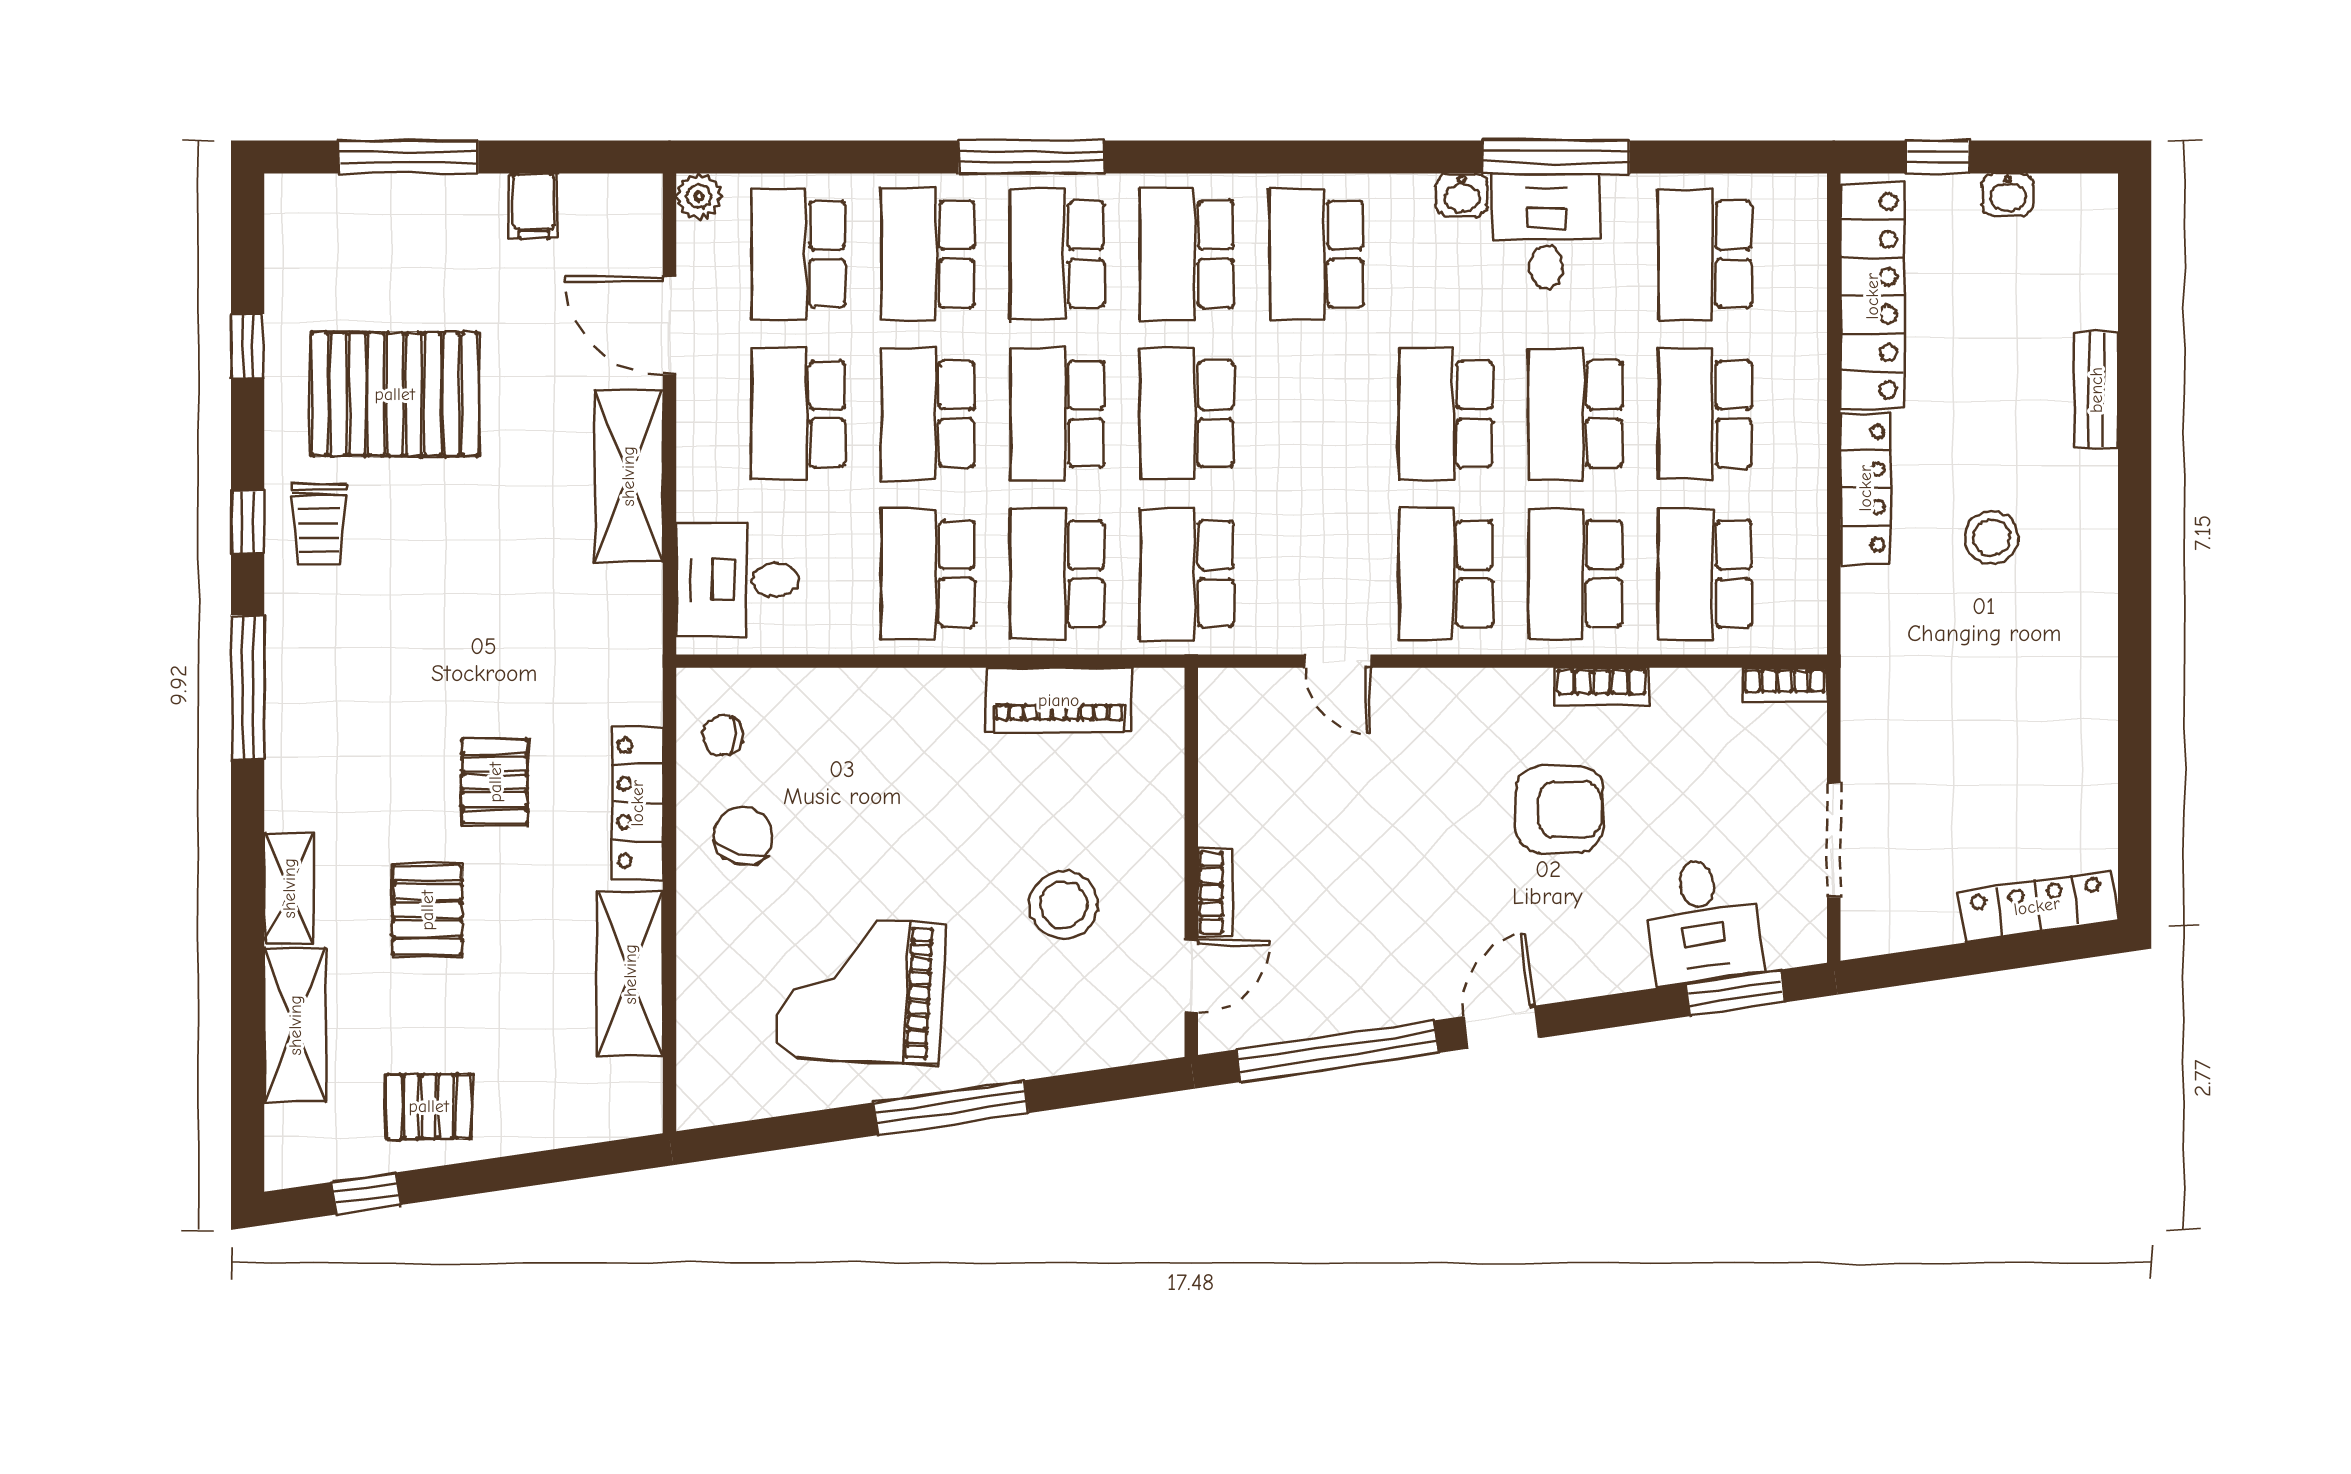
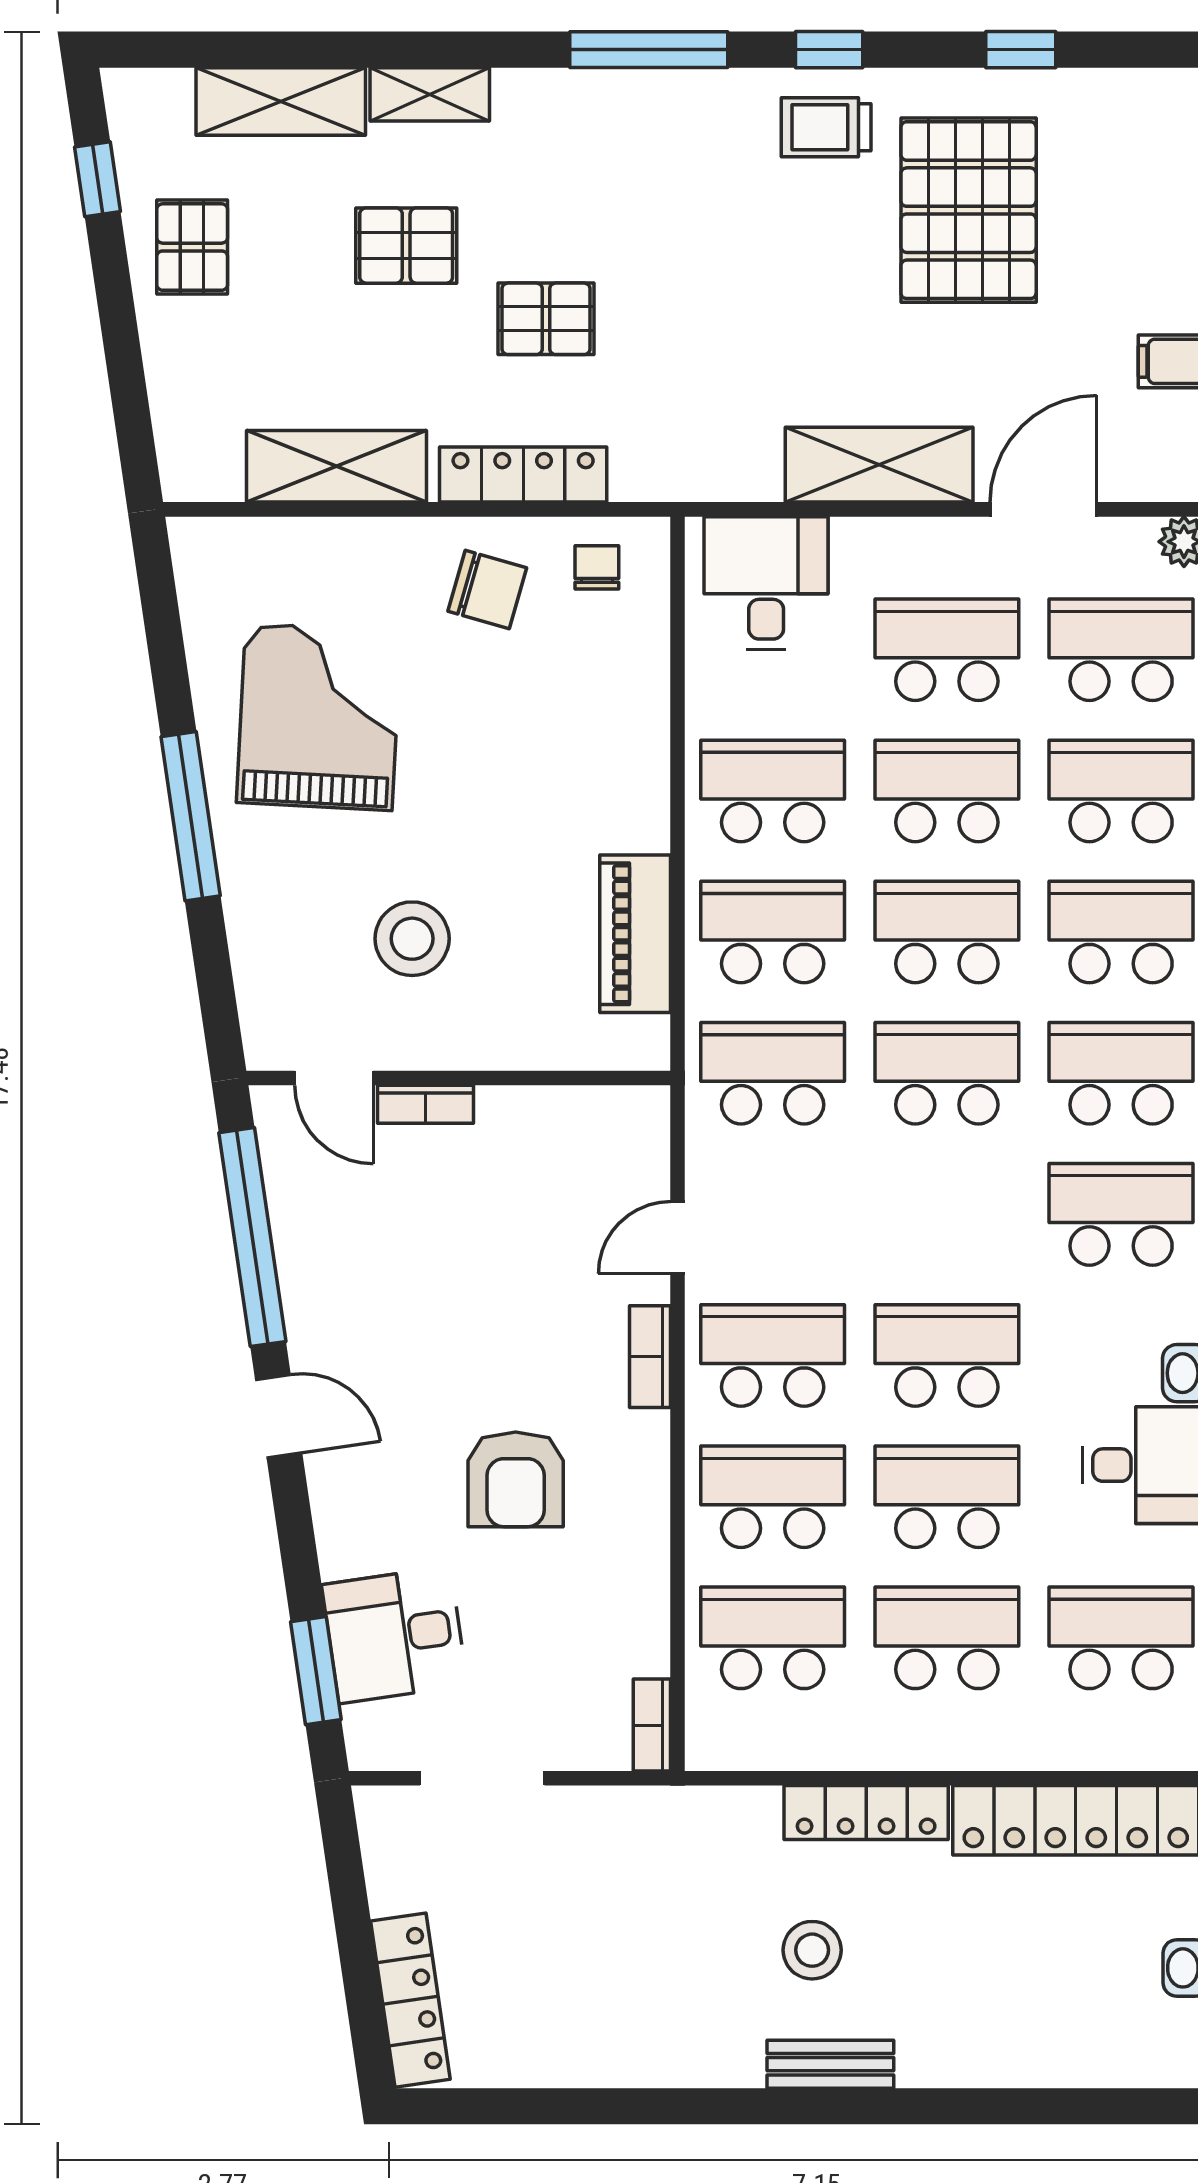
bench: (2096, 390) -> (830, 2064), moved
bookcase: (1602, 686) -> (650, 1357), moved

